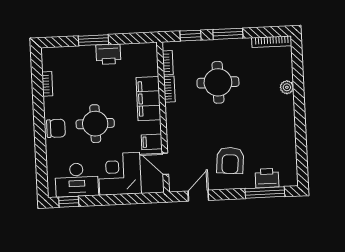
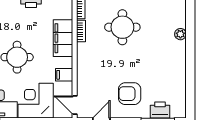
armchair: (230, 160) -> (130, 94), turned 85
door: (165, 164) -> (75, 105), moved

